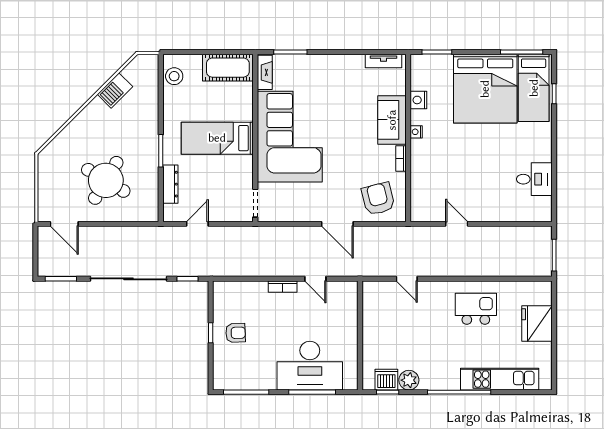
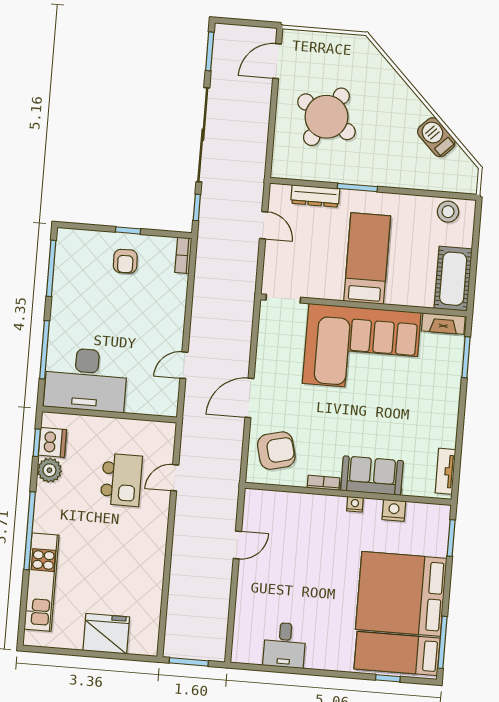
bookcase: (283, 287) -> (183, 255), moved
kitchen island: (476, 309) -> (121, 480), moved
desk: (310, 366) -> (86, 380), moved, turned -90

